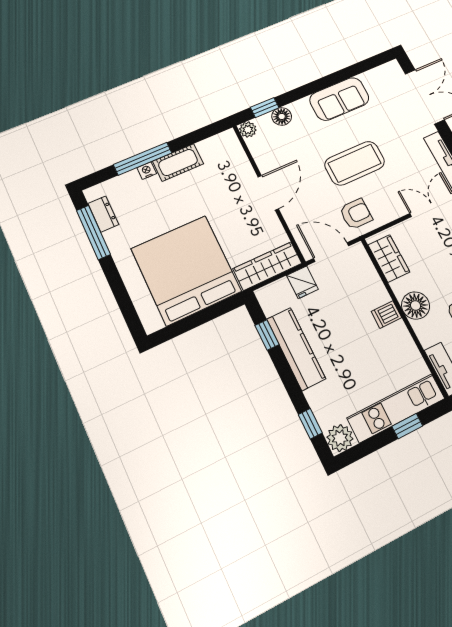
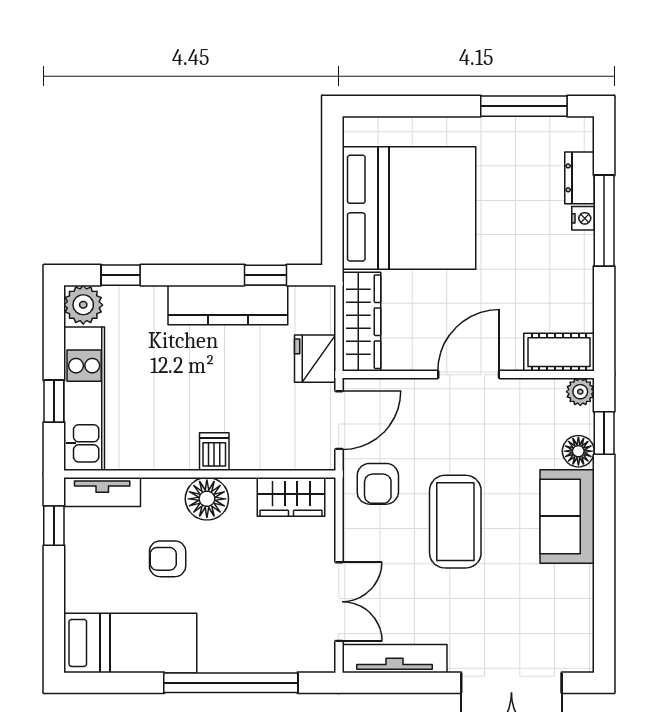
sofa: (339, 99) -> (567, 516), moved
cot: (178, 162) -> (559, 352), moved, turned 90
door: (268, 193) -> (469, 375), swing flipped
dresser: (103, 214) -> (580, 178), moved, turned 90
fridge: (302, 282) -> (315, 359), width x1.38

